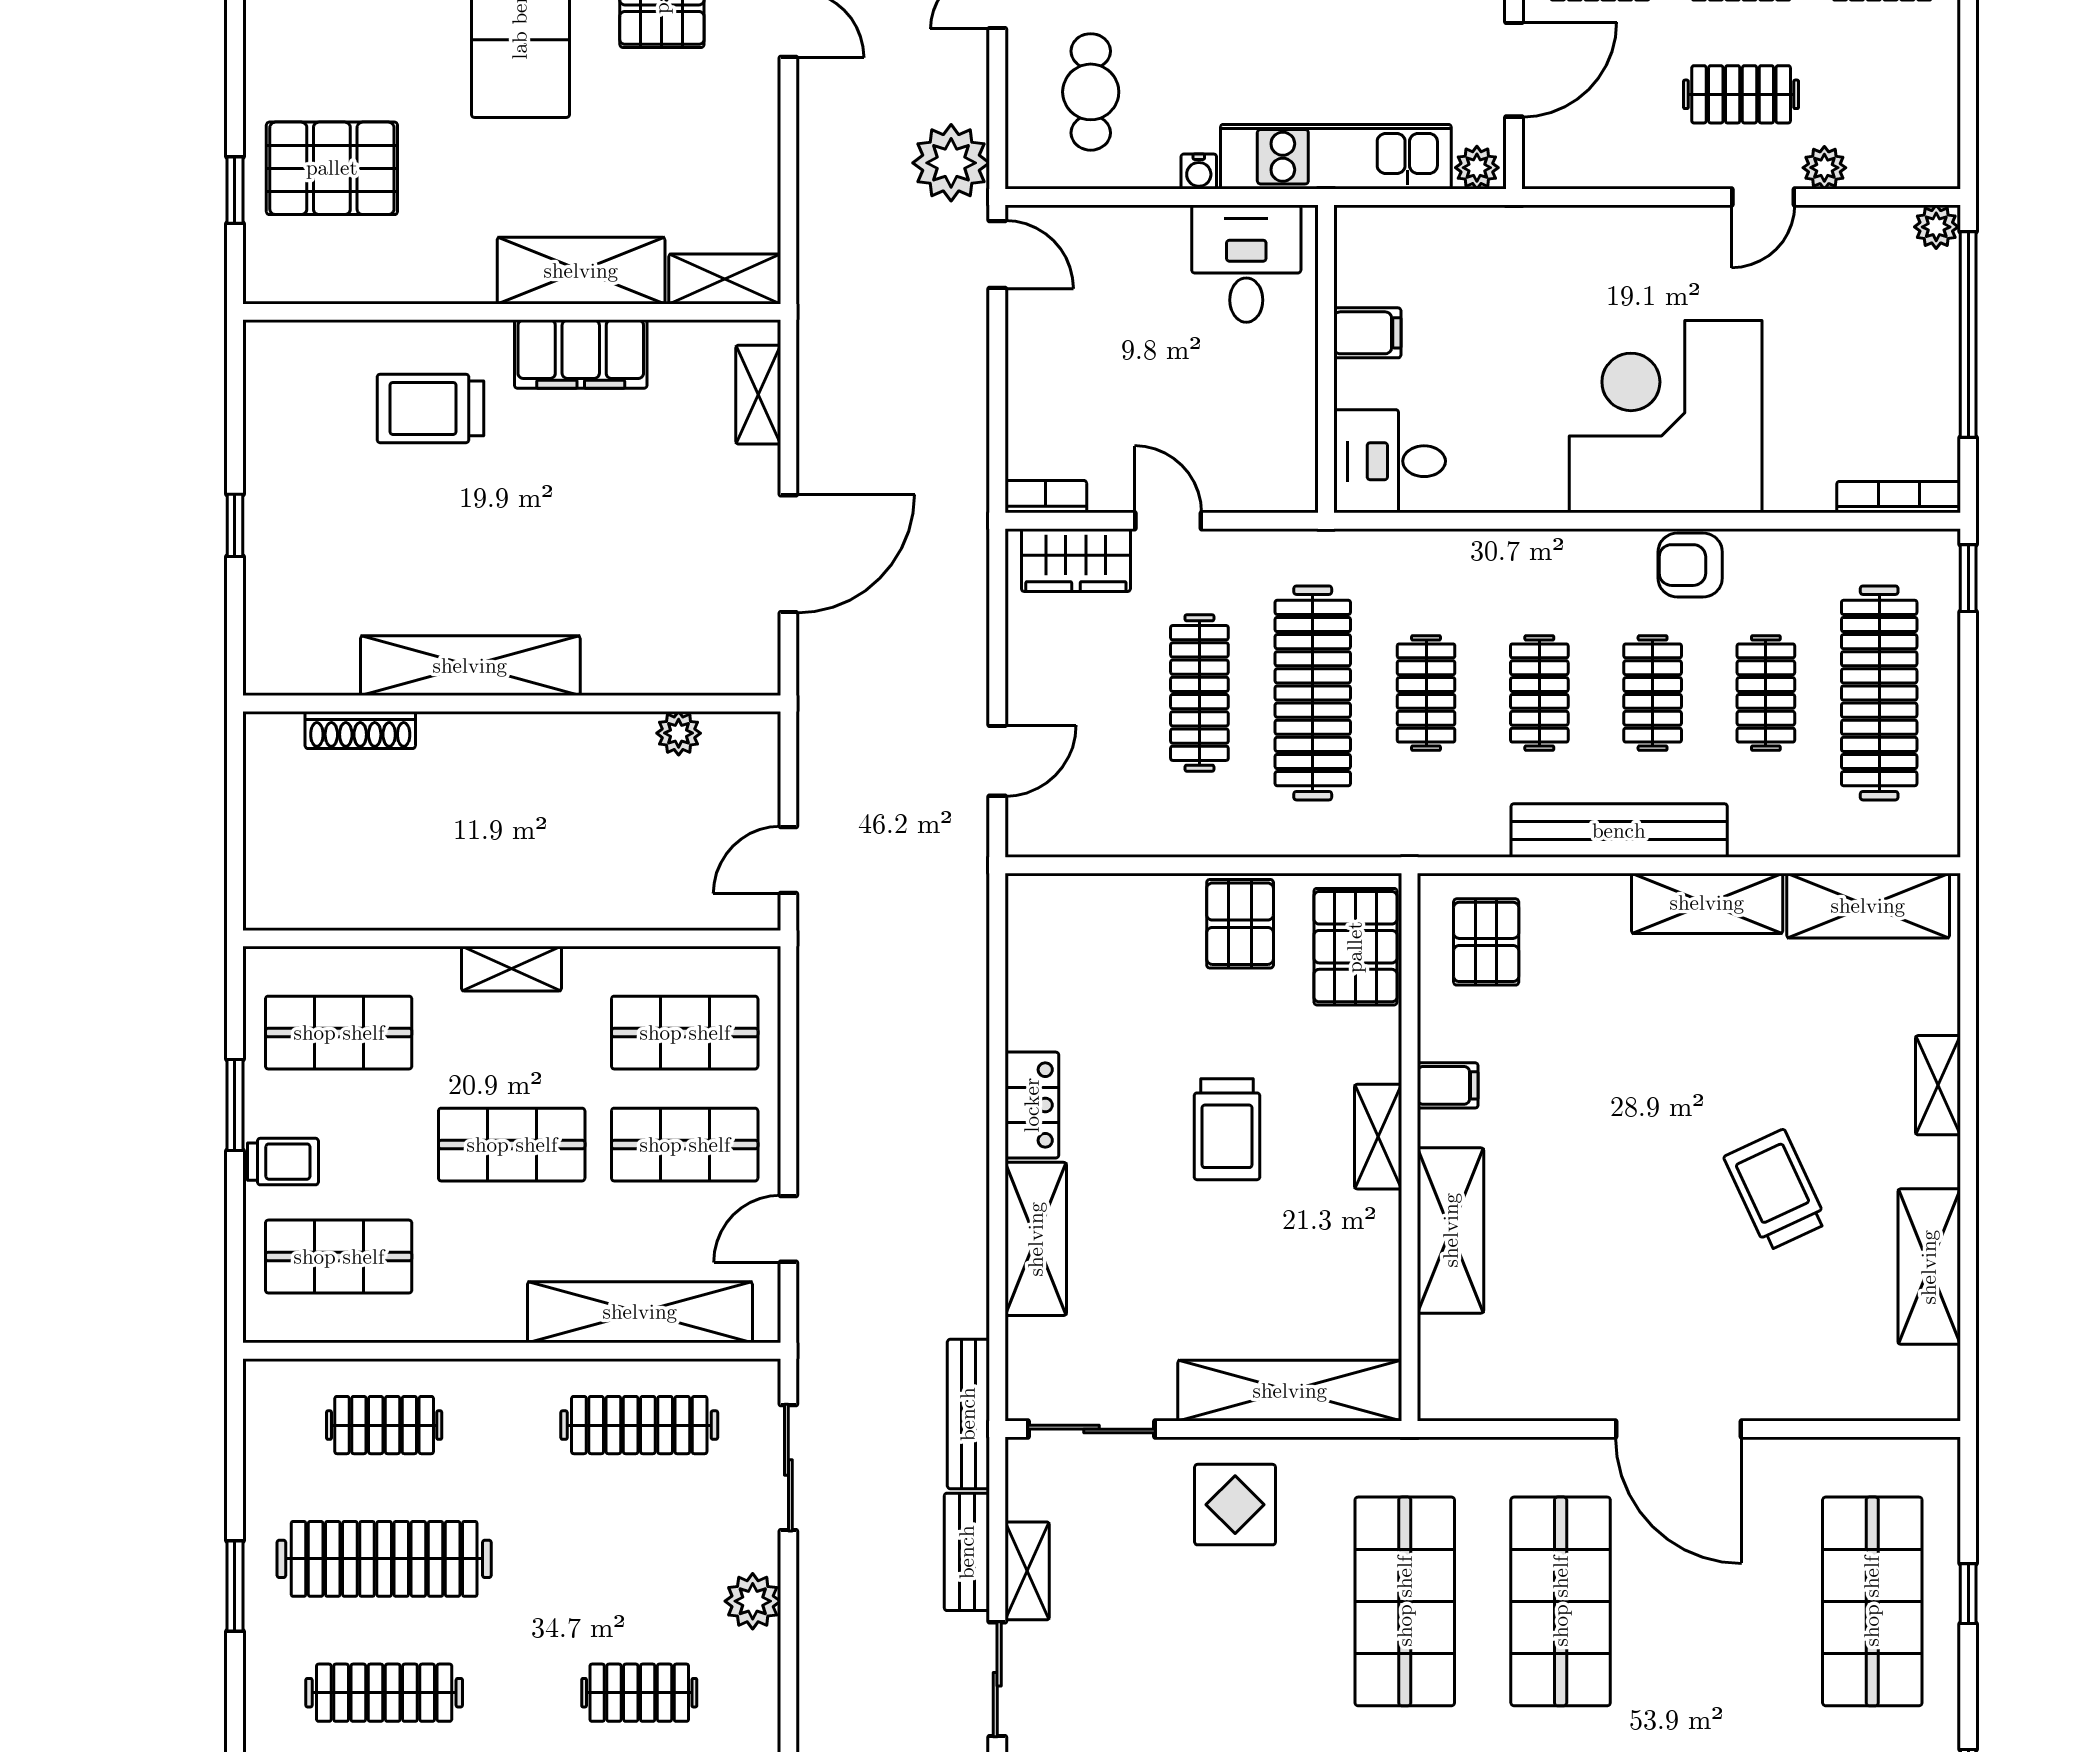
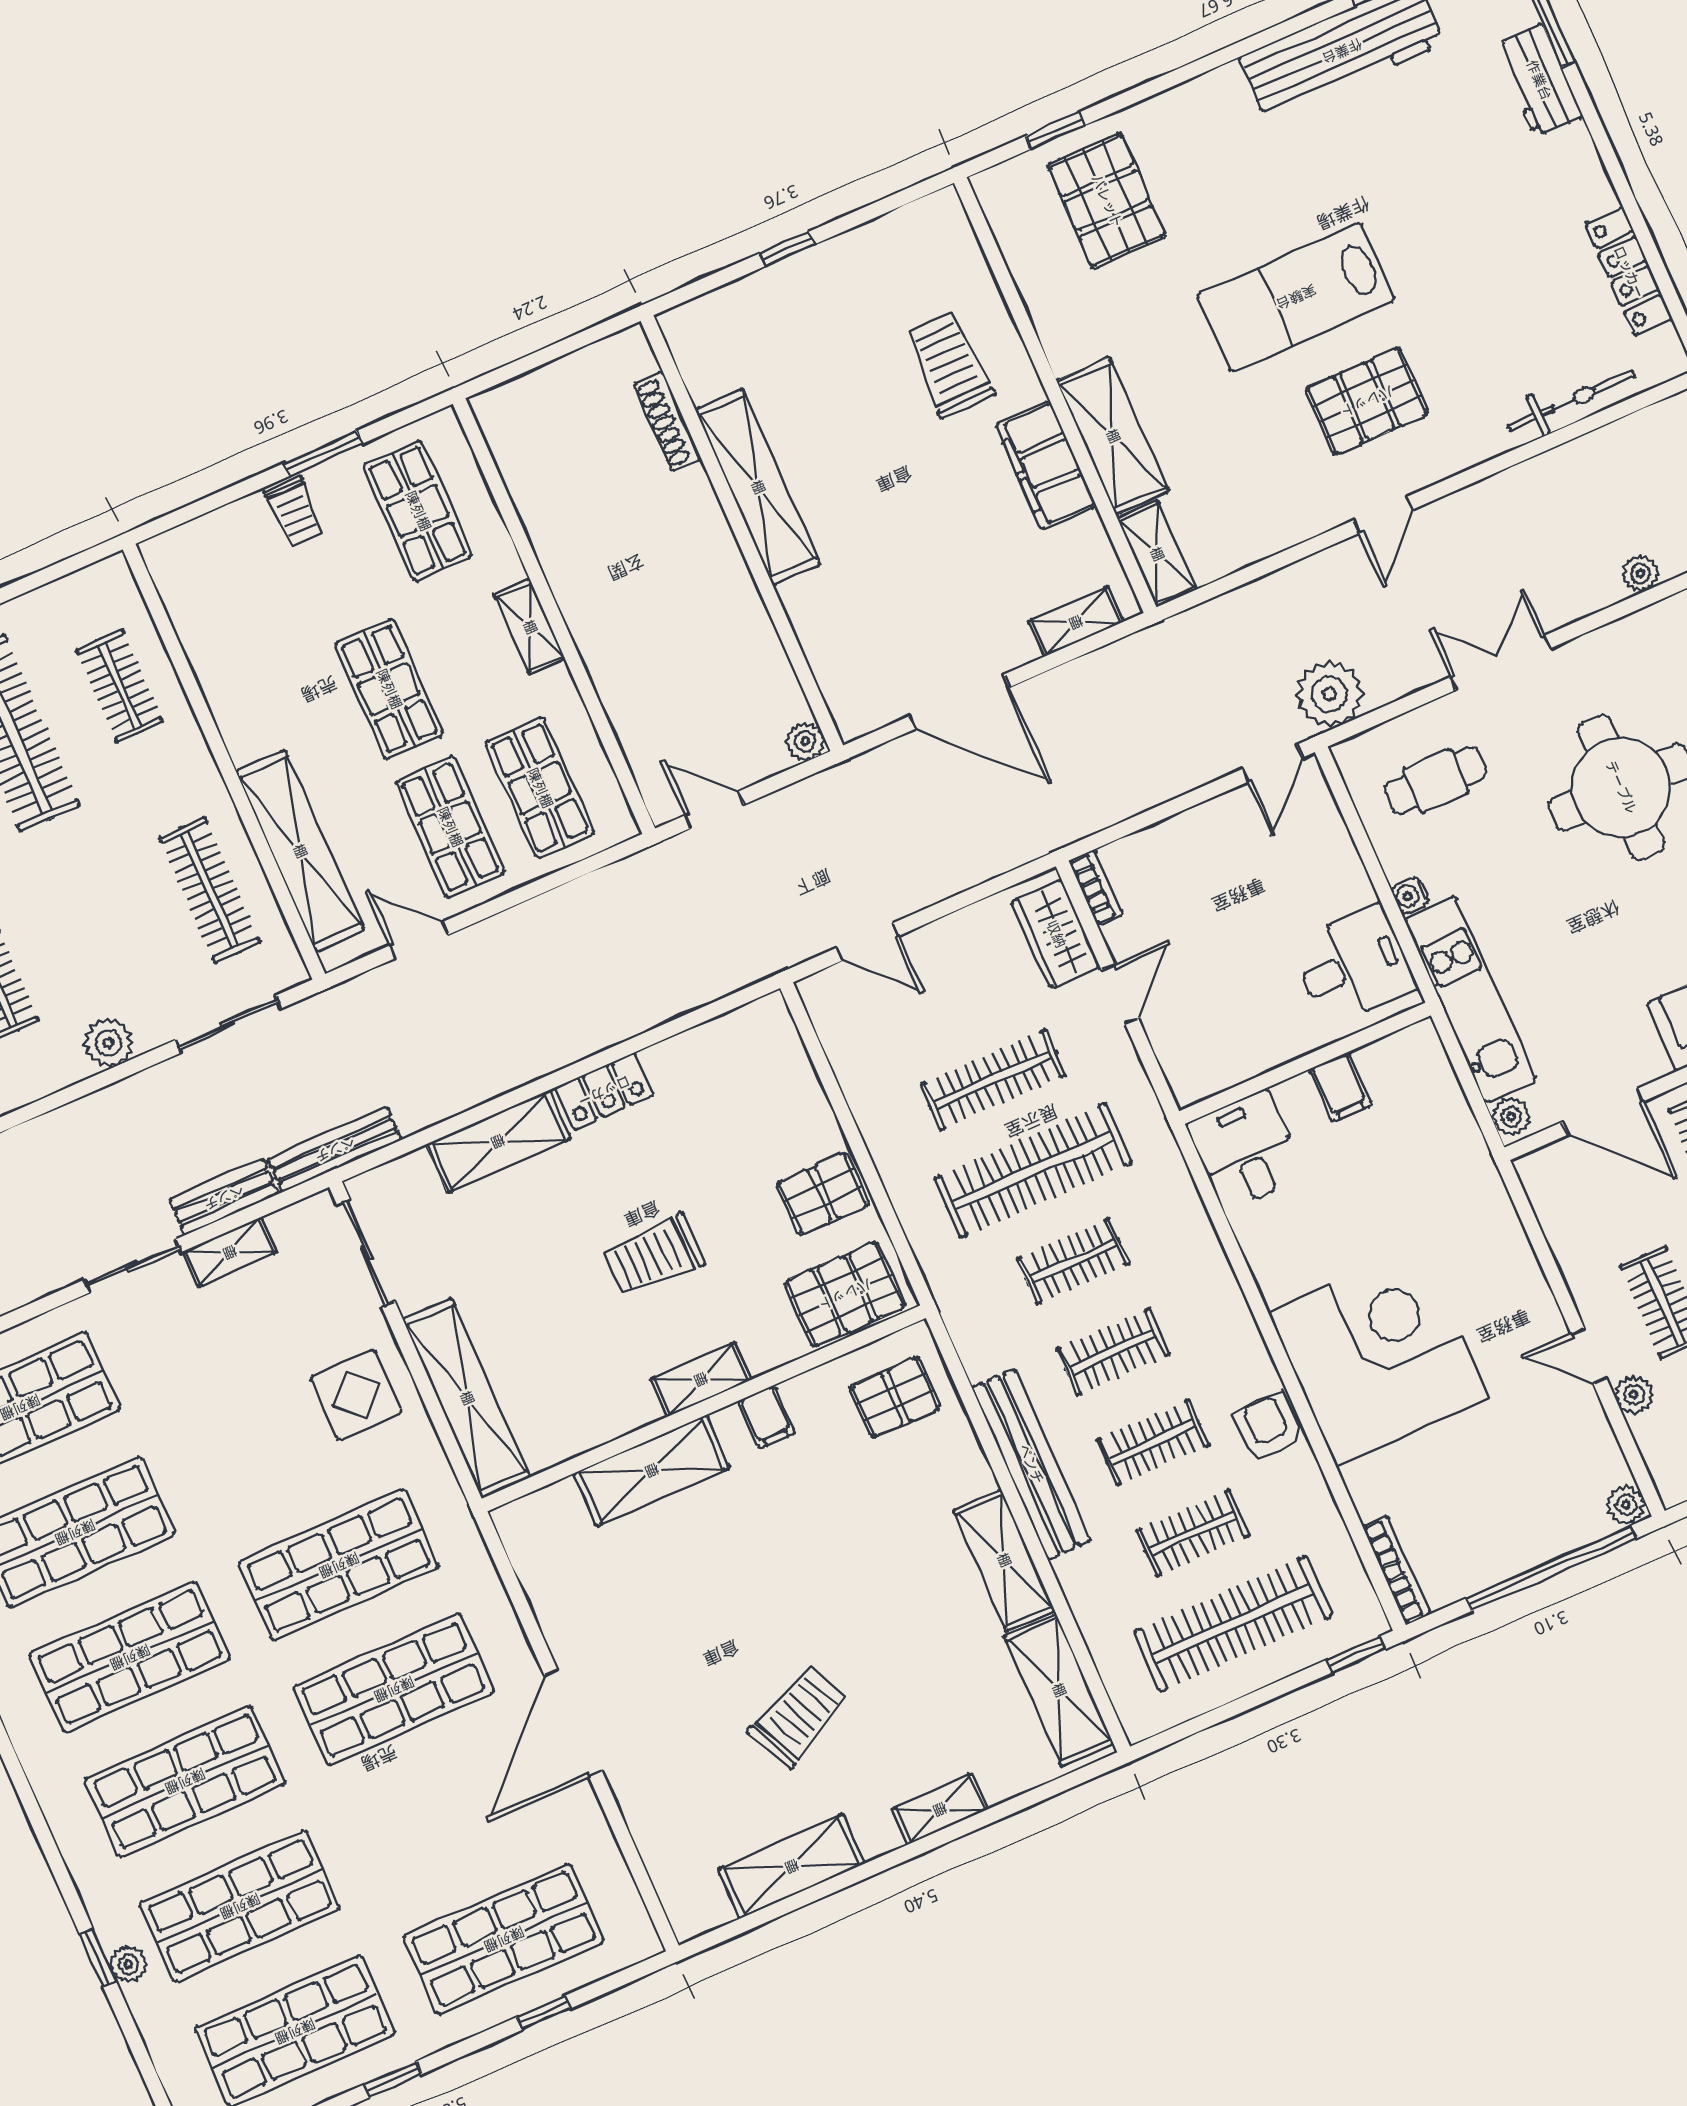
plant: (679, 733) -> (805, 741), moved
shop shelf: (339, 1257) -> (238, 590), removed

